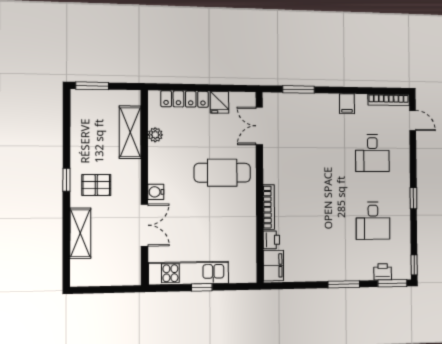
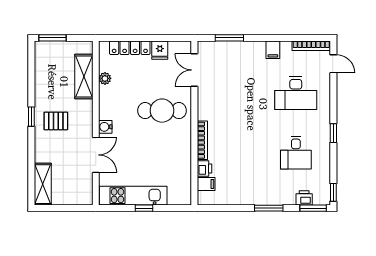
desk: (372, 153) -> (296, 93), width x1.37
shelving: (80, 233) -> (43, 184), moved
filing cabinet: (273, 266) -> (206, 184), width x0.50

